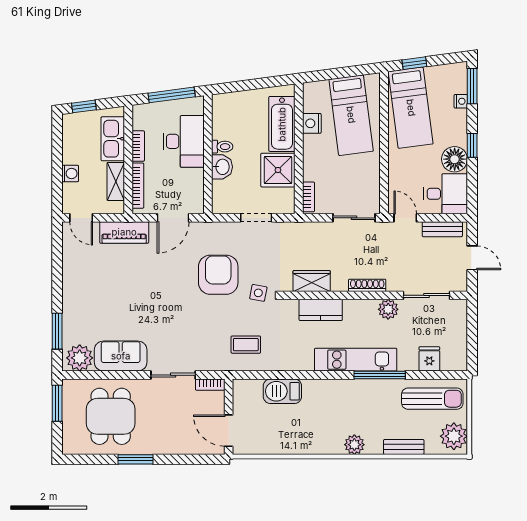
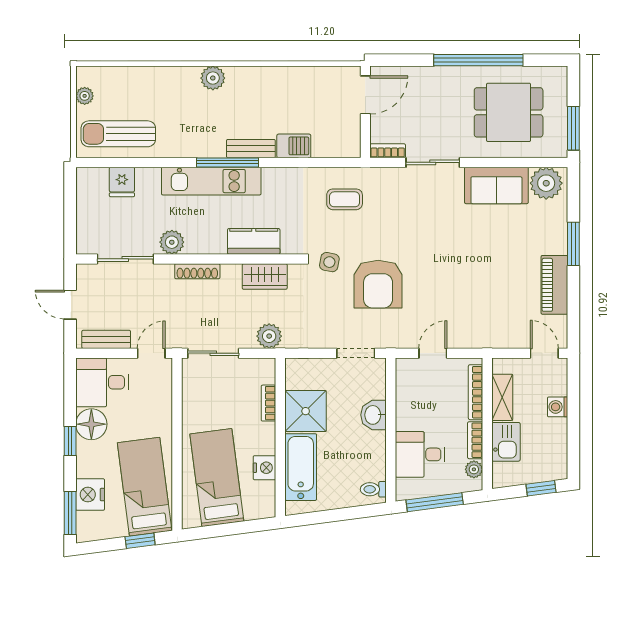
nightstand: (461, 101) -> (90, 495), width x1.89, depth x1.79
plant: (139, 122) -> (474, 469), added
kitchen sink: (113, 139) -> (506, 442), width x0.73
desk: (184, 141) -> (420, 454), width x0.73
toilet: (222, 147) -> (373, 489), moved
bookcase: (308, 197) -> (269, 403), moved
door: (173, 218) -> (433, 353), width x0.73
doorway: (256, 218) -> (356, 353), moved
door: (405, 218) -> (151, 353), swing flipped
piano: (124, 232) -> (554, 285), moved, turned -90
plant: (308, 232) -> (269, 336), added
window: (57, 331) -> (573, 244), moved
window: (380, 375) -> (228, 162), moved
barbecue: (282, 391) -> (294, 146), width x0.73, depth x0.79
dining table: (111, 416) -> (509, 112), turned 90
door: (229, 431) -> (365, 95), hinge flipped
plant: (454, 436) -> (85, 96), width x0.53, depth x0.53
bench: (404, 447) -> (251, 149), moved
window: (135, 459) -> (478, 60), width x2.11

